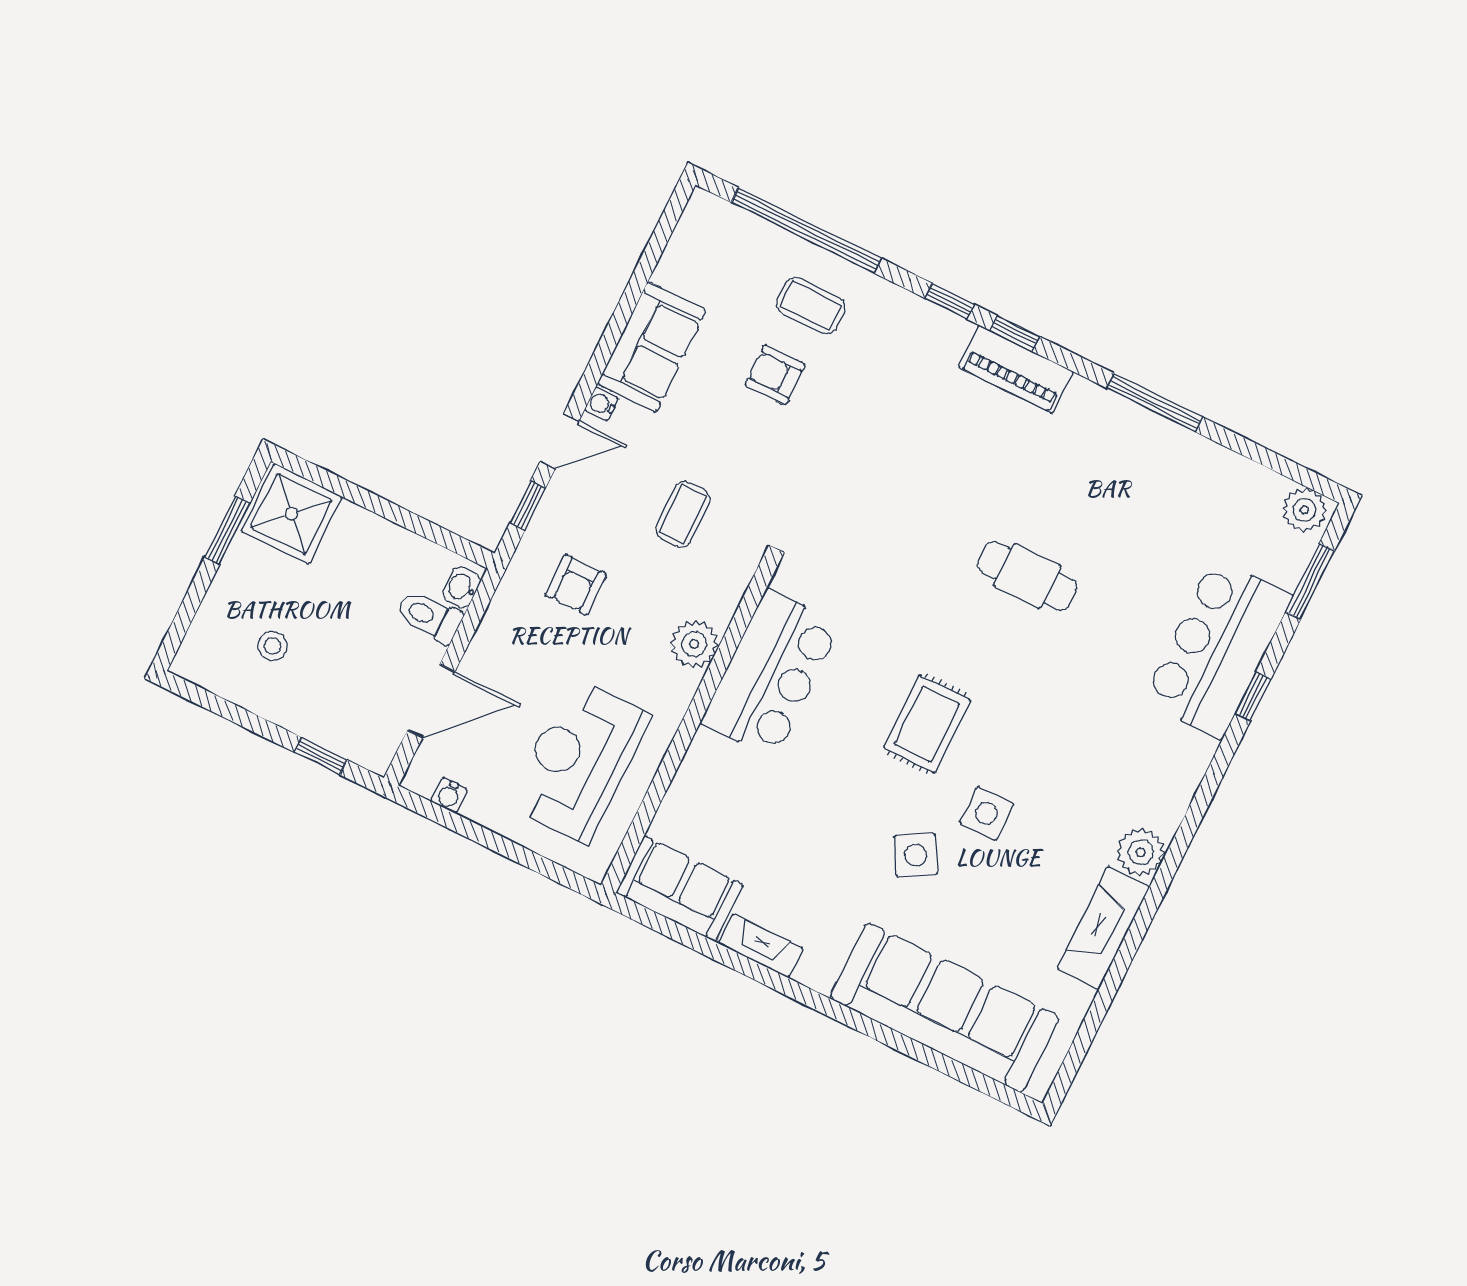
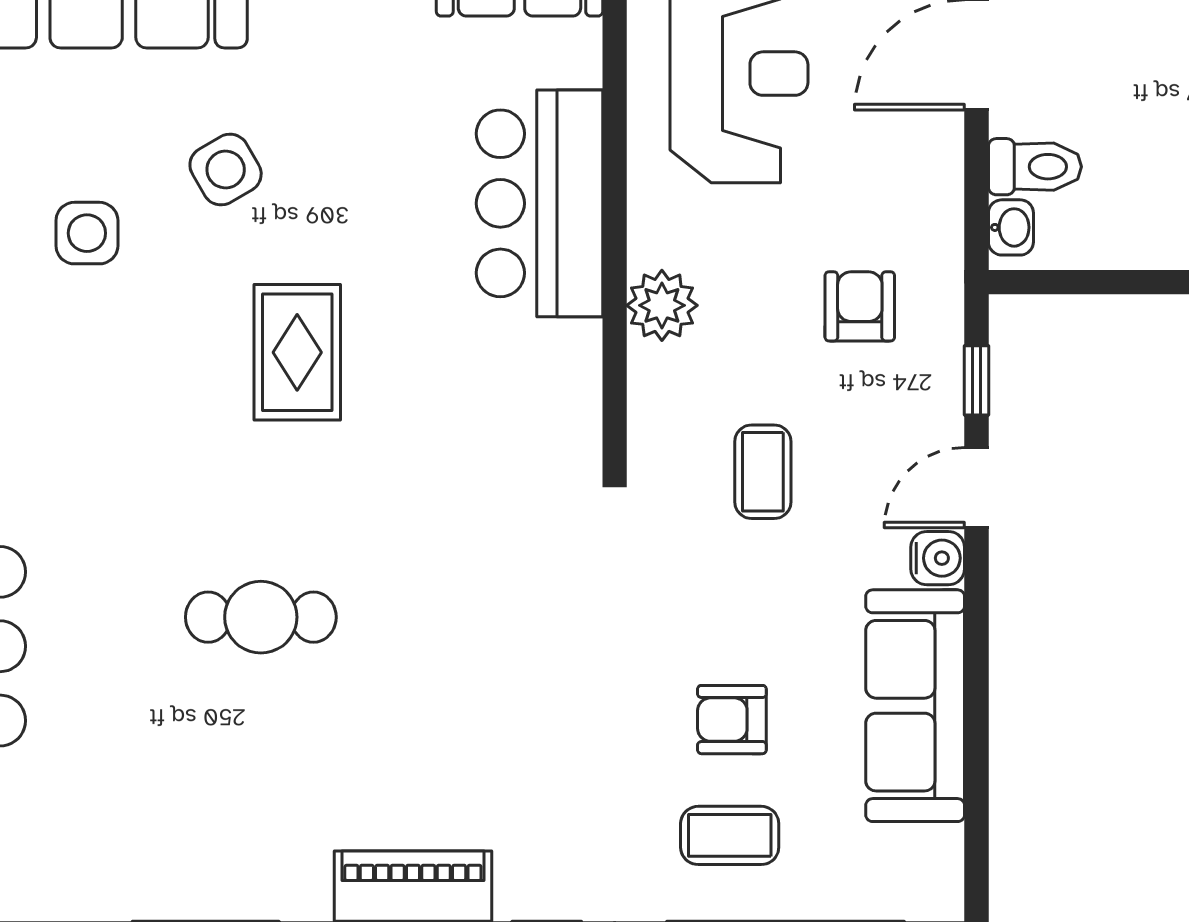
sofa: (652, 347) -> (915, 706), width x1.36
armchair: (775, 375) -> (732, 720), turned 180
water cooler: (601, 404) -> (938, 558), width x1.38, depth x1.38
bar counter: (771, 674) -> (539, 203), moved
side table: (987, 813) -> (87, 233), moved

